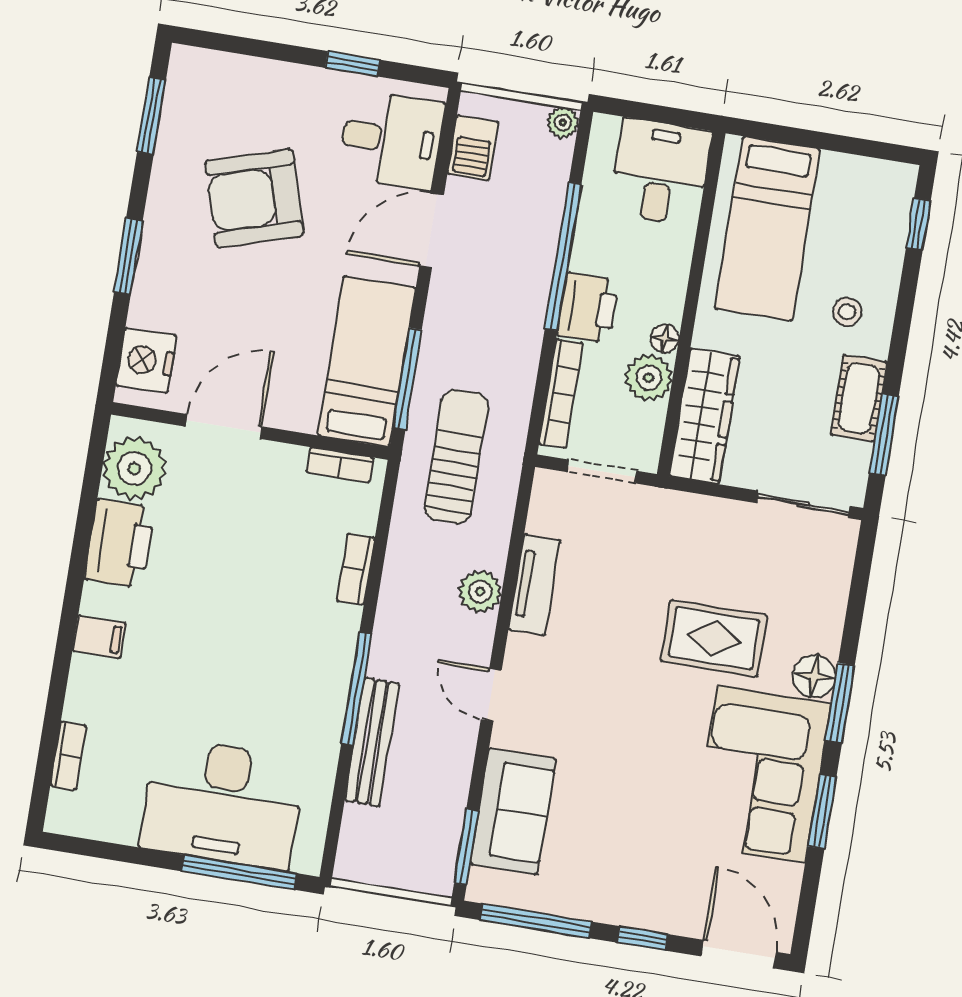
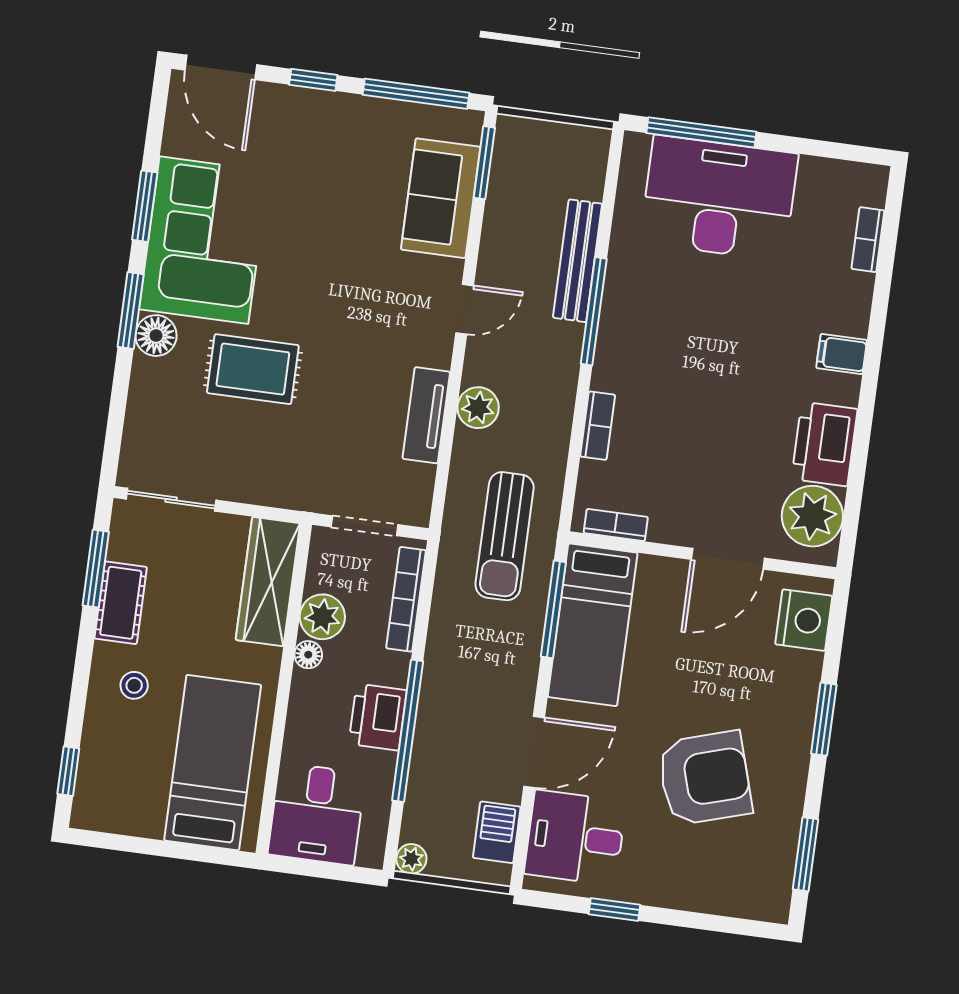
printer: (588, 308) -> (378, 717), moved
door: (491, 695) -> (465, 309), hinge flipped

